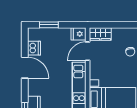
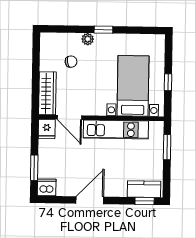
wardrobe: (100, 34) -> (47, 93), width x1.50
dishwasher: (34, 48) -> (47, 187), moved

